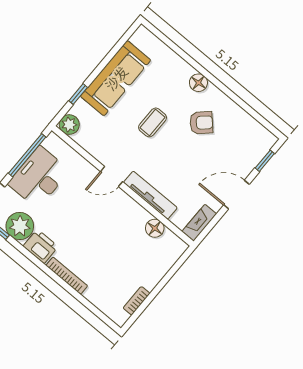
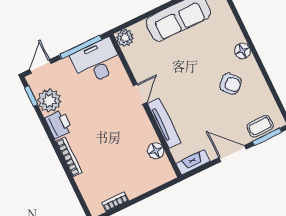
window: (78, 94) -> (143, 17), removed
coffee table: (153, 122) -> (260, 126), moved
window: (265, 161) -> (267, 137), width x1.50
desk: (39, 177) -> (97, 62), moved
door: (112, 177) -> (140, 94), swing flipped

